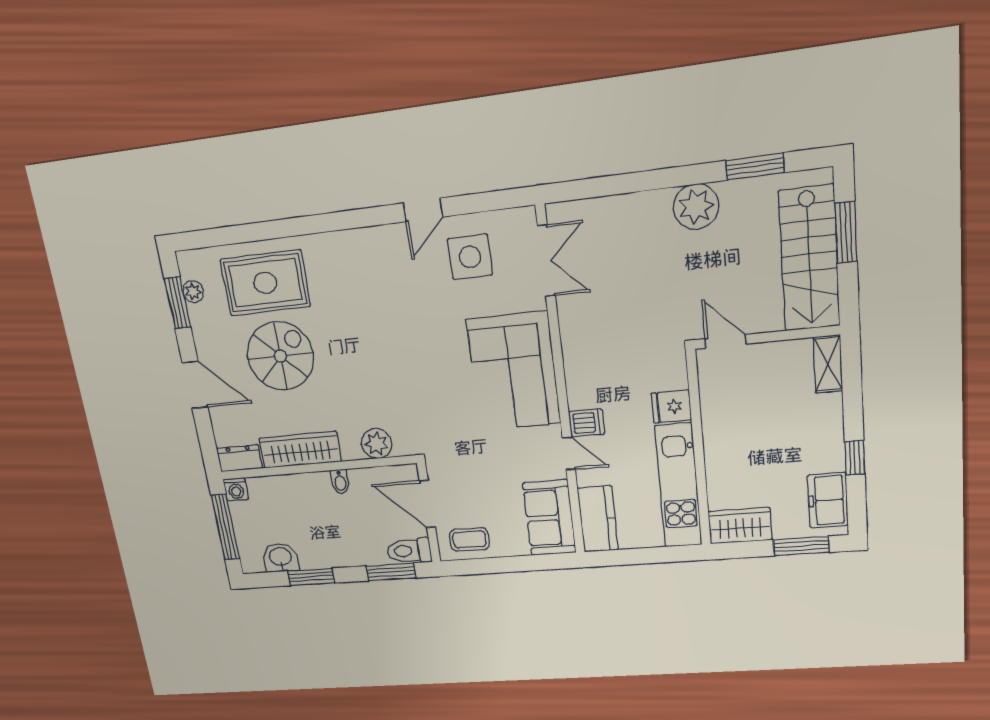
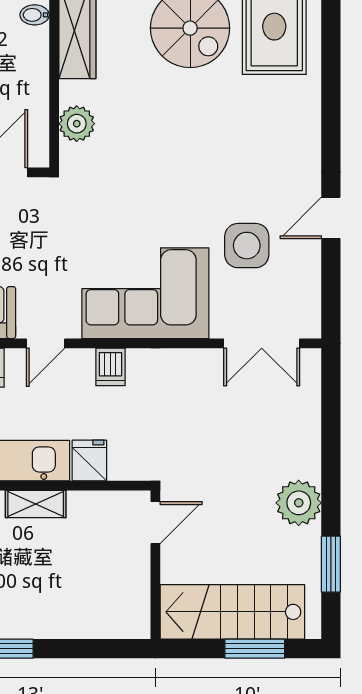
door: (423, 210) -> (331, 218), hinge flipped
side table: (470, 257) -> (247, 246), moved
shelving: (828, 364) -> (36, 504), moved
dishwasher: (587, 423) -> (110, 367), moved
bidet: (340, 482) -> (35, 15), moved

